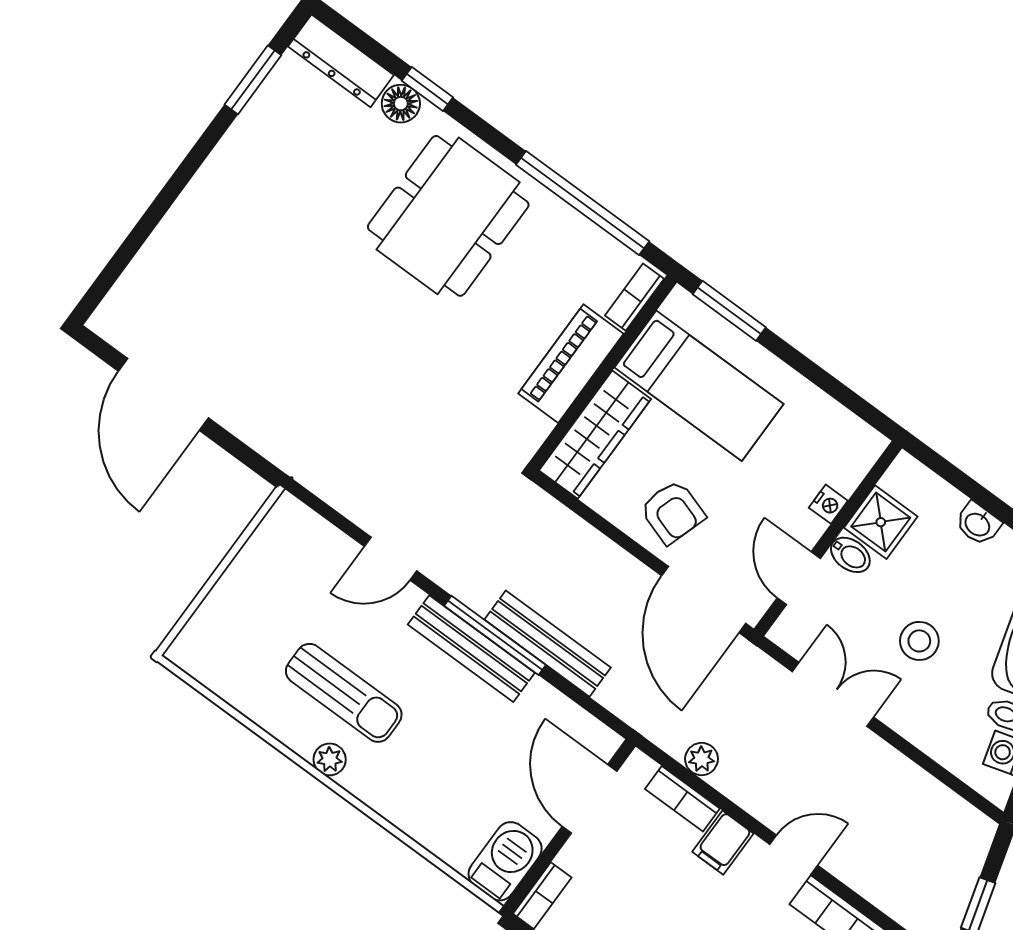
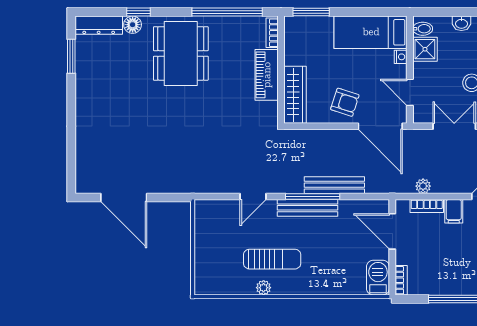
bed: (699, 386) -> (371, 32), moved, turned 180
bidet: (850, 555) -> (423, 29), moved
plant: (330, 759) -> (264, 288), moved

